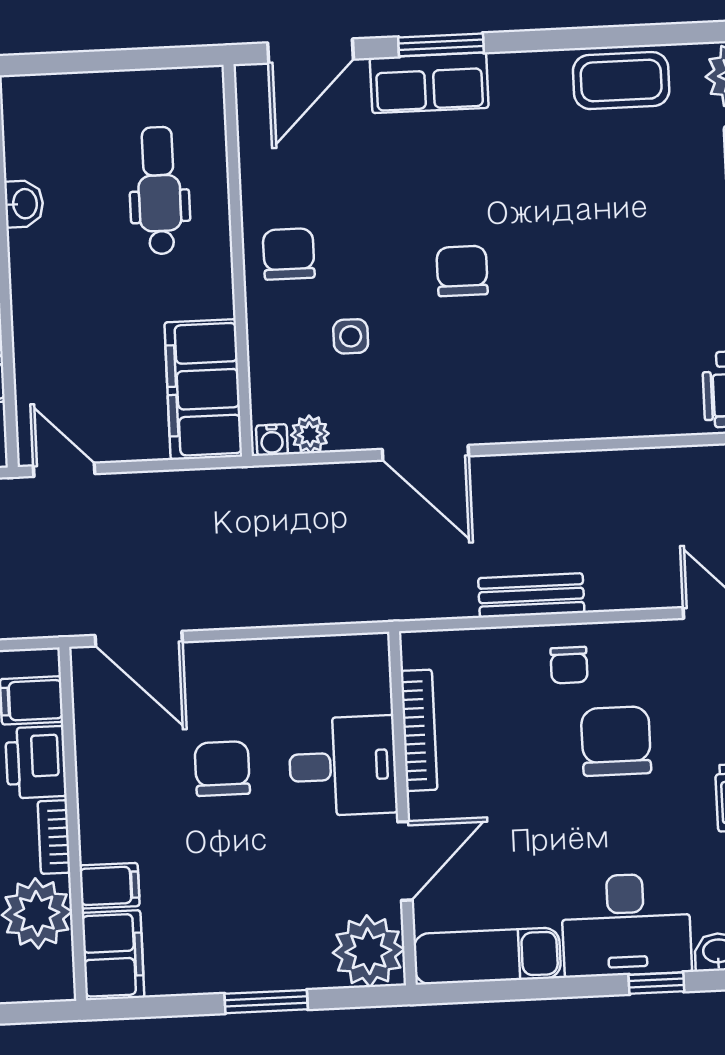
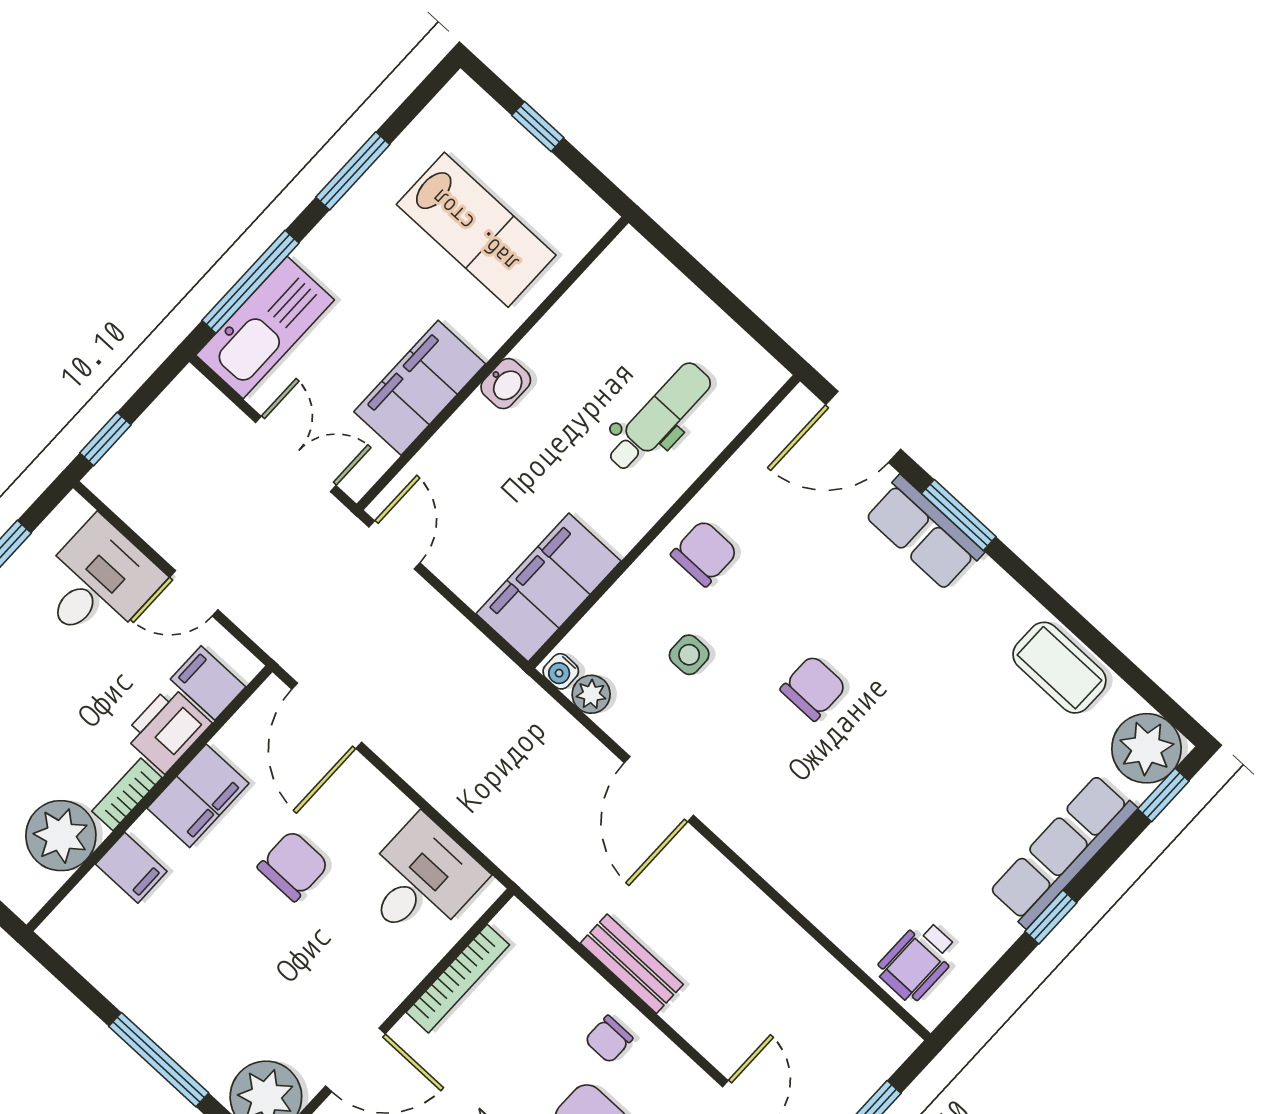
washbasin: (24, 204) -> (506, 384), moved
desk: (343, 766) -> (421, 881), moved, turned -90
filing cabinet: (113, 955) -> (198, 796), moved
window: (266, 1002) -> (159, 1060), width x1.44

